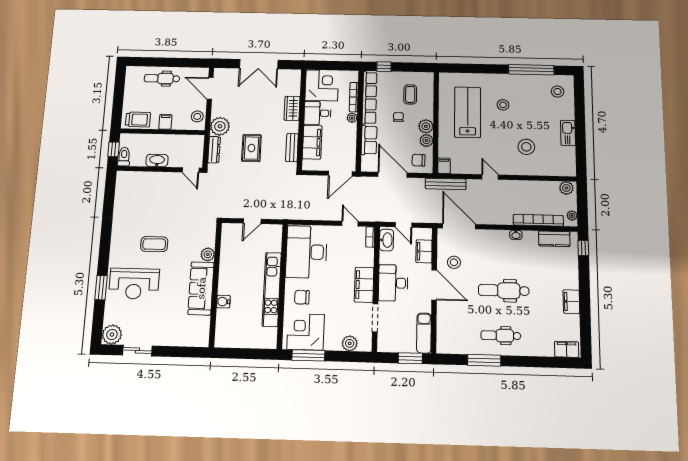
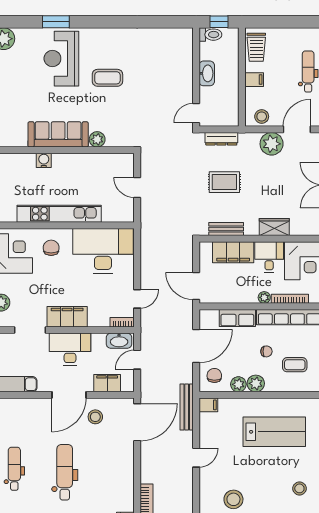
stool: (503, 105) -> (299, 488), moved
plant: (220, 126) -> (272, 144), moved
washbasin: (516, 235) -> (129, 486), removed
coffee table: (154, 244) -> (107, 78), turned 90

